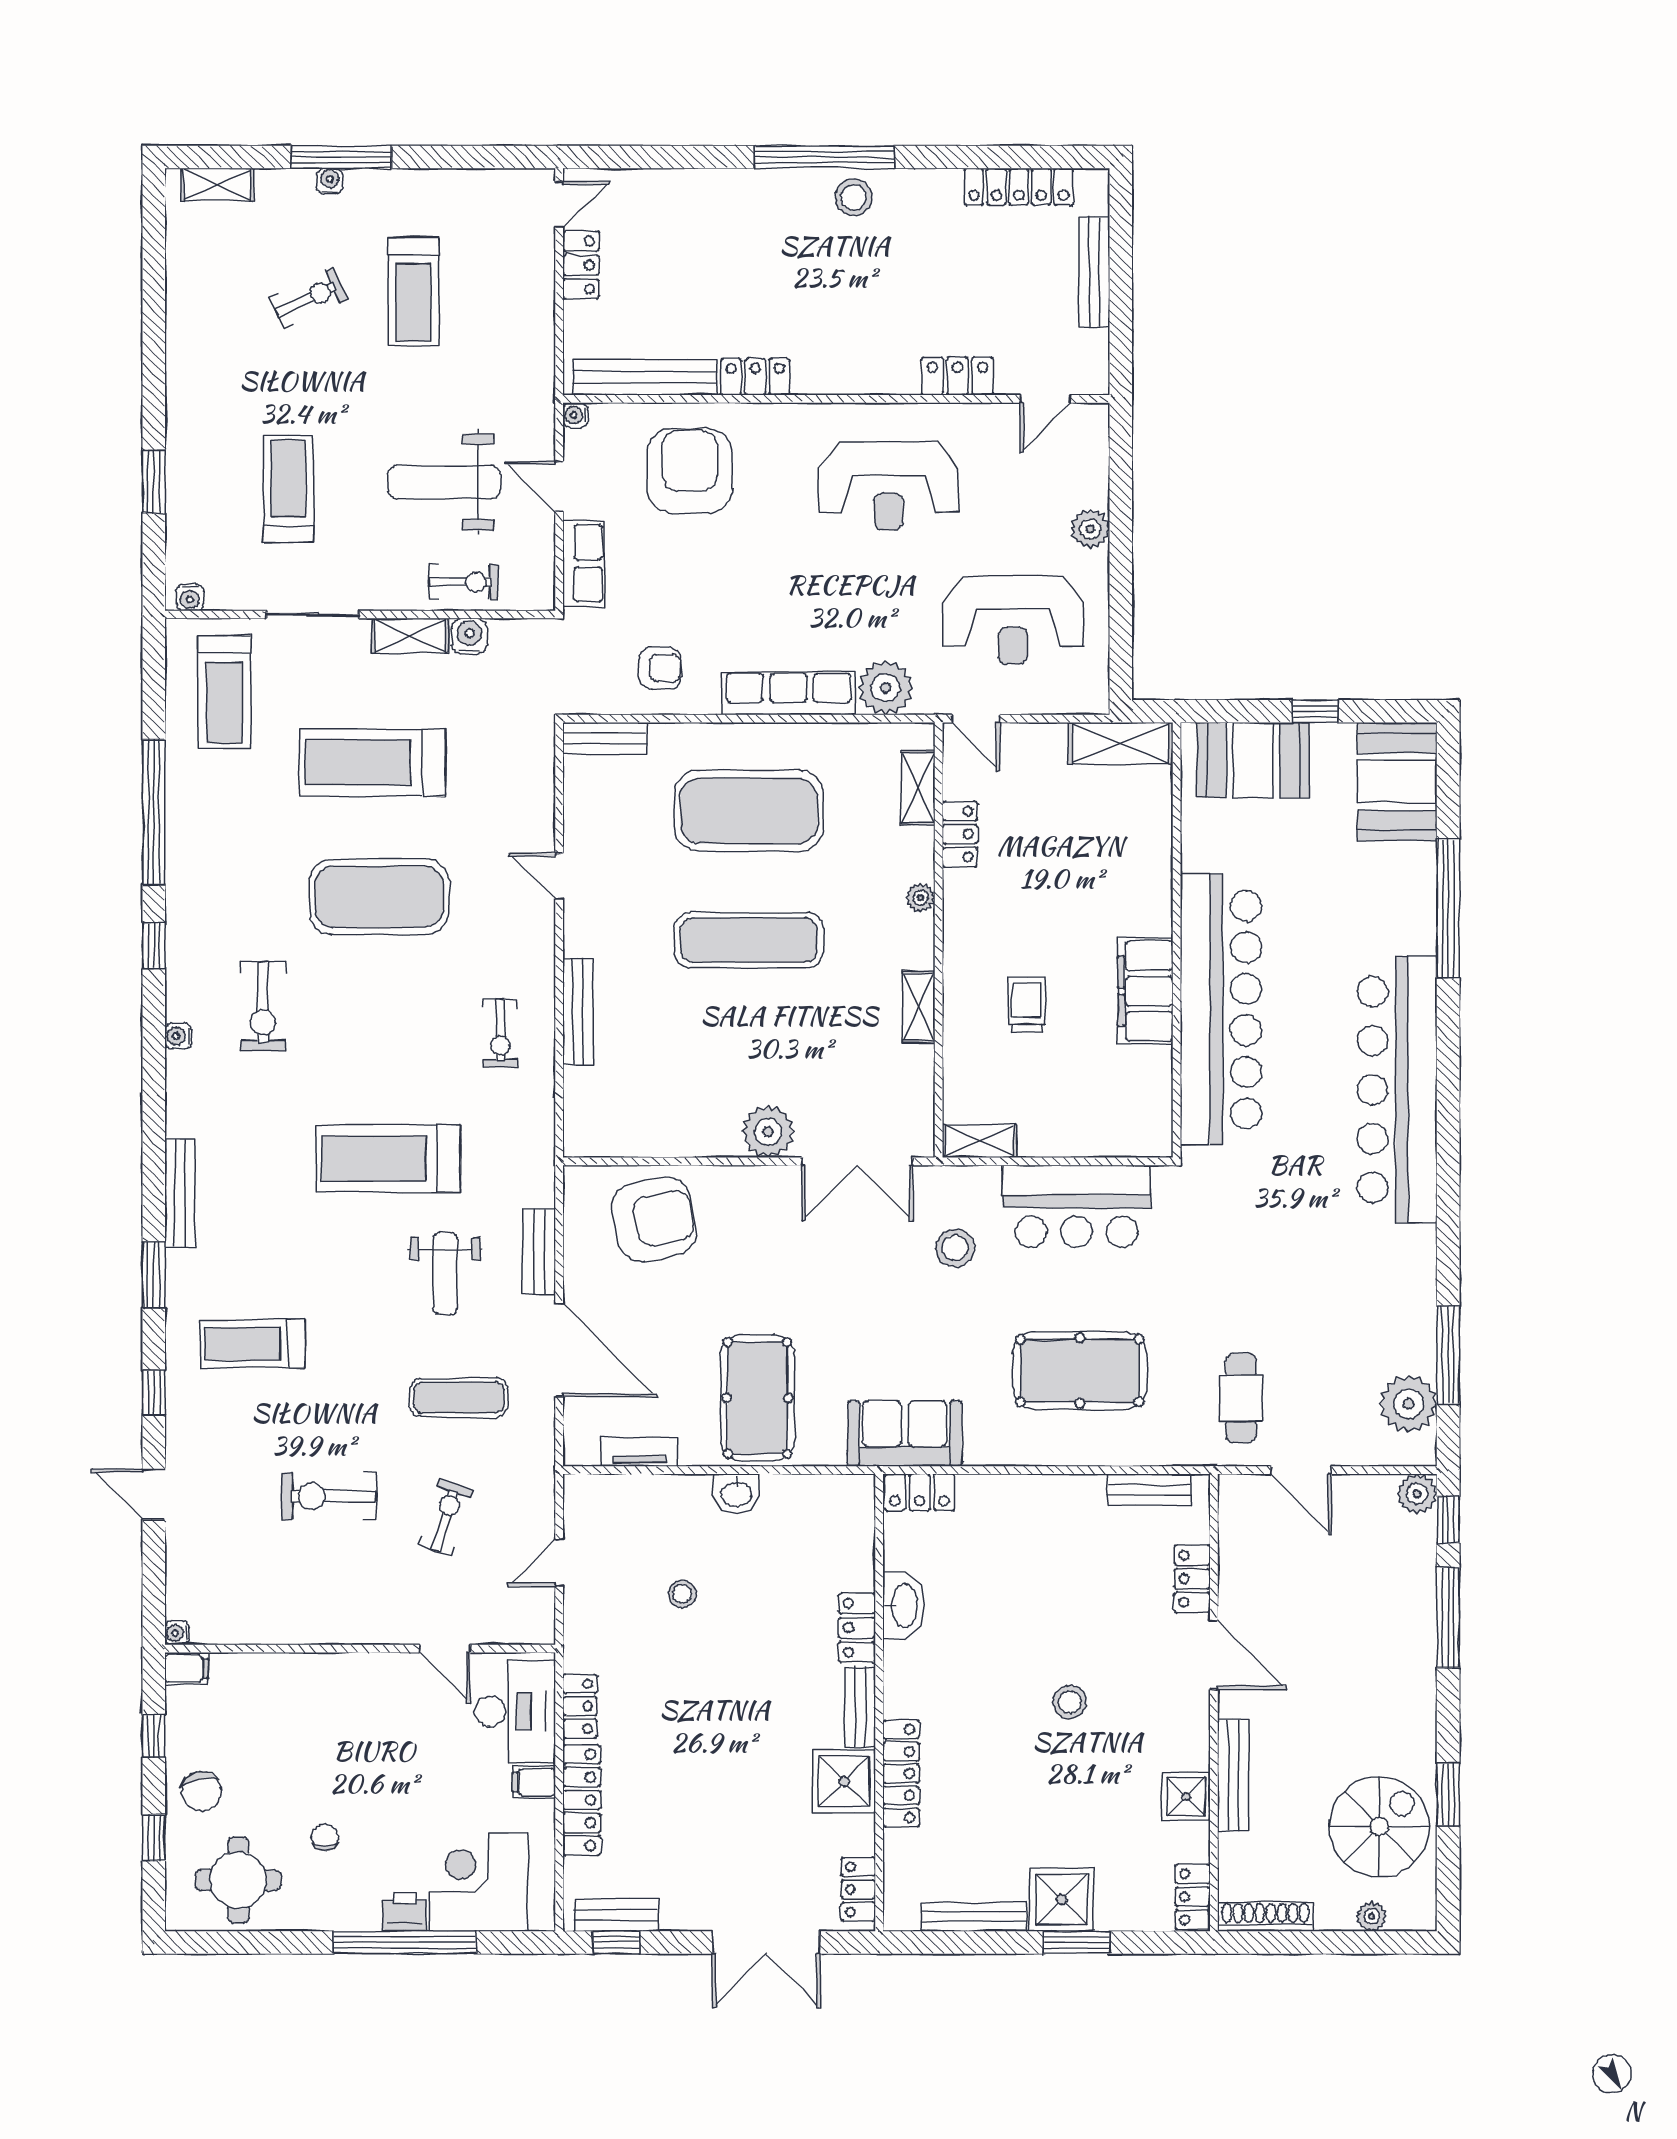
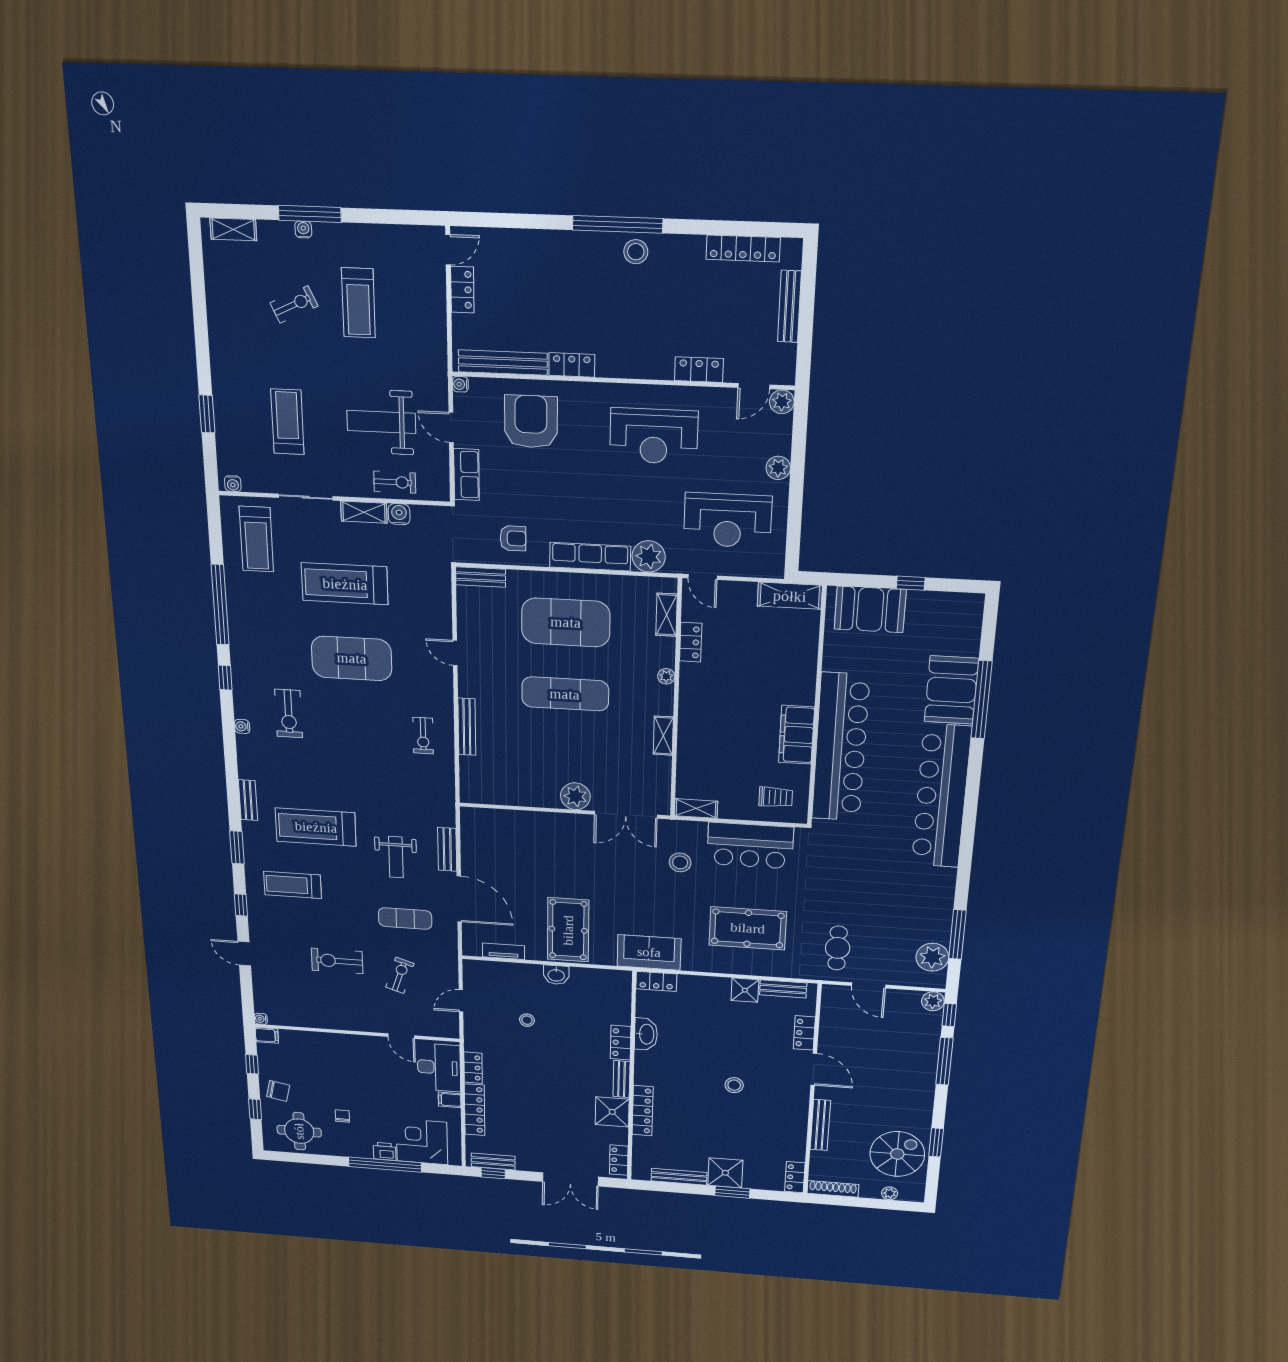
plant: (1090, 422) -> (782, 402), added
booth: (1397, 782) -> (951, 690), moved
trolley: (1027, 1004) -> (776, 797), moved, turned 90
treadmill: (388, 1159) -> (316, 827), moved
bench: (180, 1193) -> (248, 800), width x0.73
armchair: (654, 1220) -> (511, 837), removed
chair: (201, 1791) -> (278, 1091), turned -66
shower: (1186, 1797) -> (745, 990), moved

